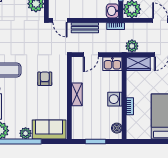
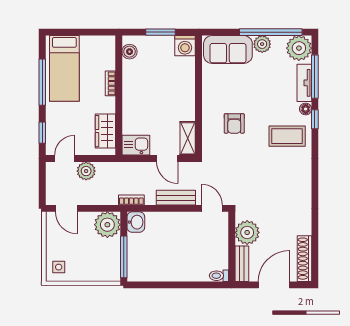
plant: (132, 46) -> (86, 171), moved
door: (91, 55) -> (167, 159), swing flipped
wardrobe: (138, 64) -> (105, 131), moved, turned -90
shelving: (77, 94) -> (188, 138), moved
washing machine: (115, 99) -> (185, 46), moved, turned 90

